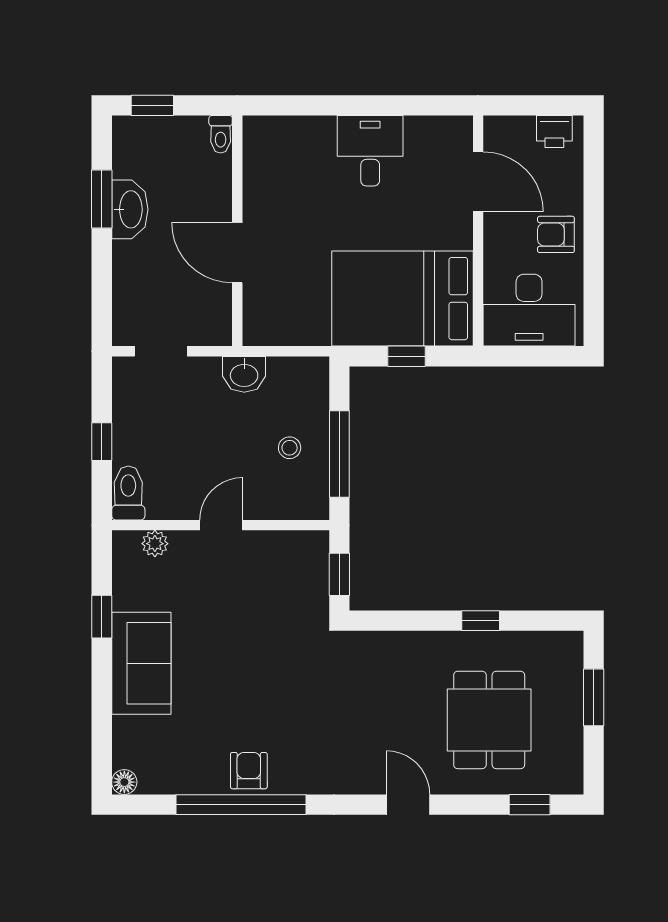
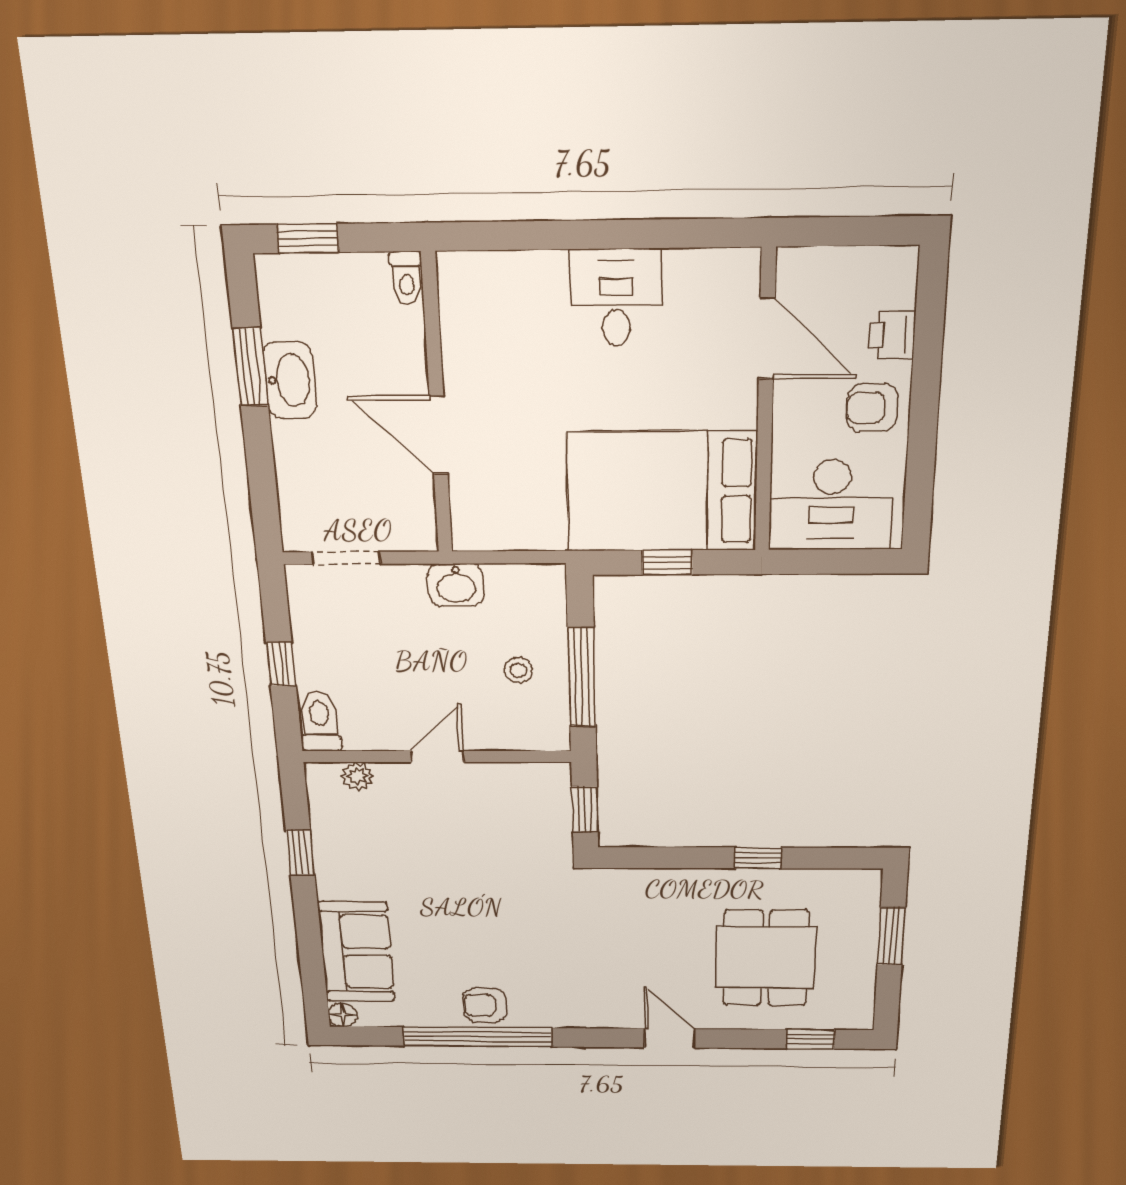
printer: (554, 132) -> (892, 335), moved, turned 90
sofa: (141, 663) -> (357, 952), moved
armchair: (249, 771) -> (485, 1005), turned -90

